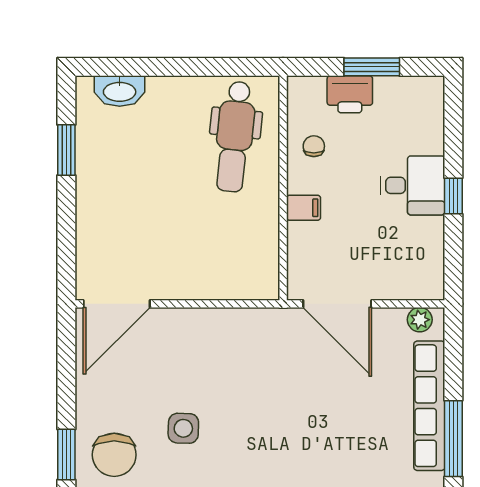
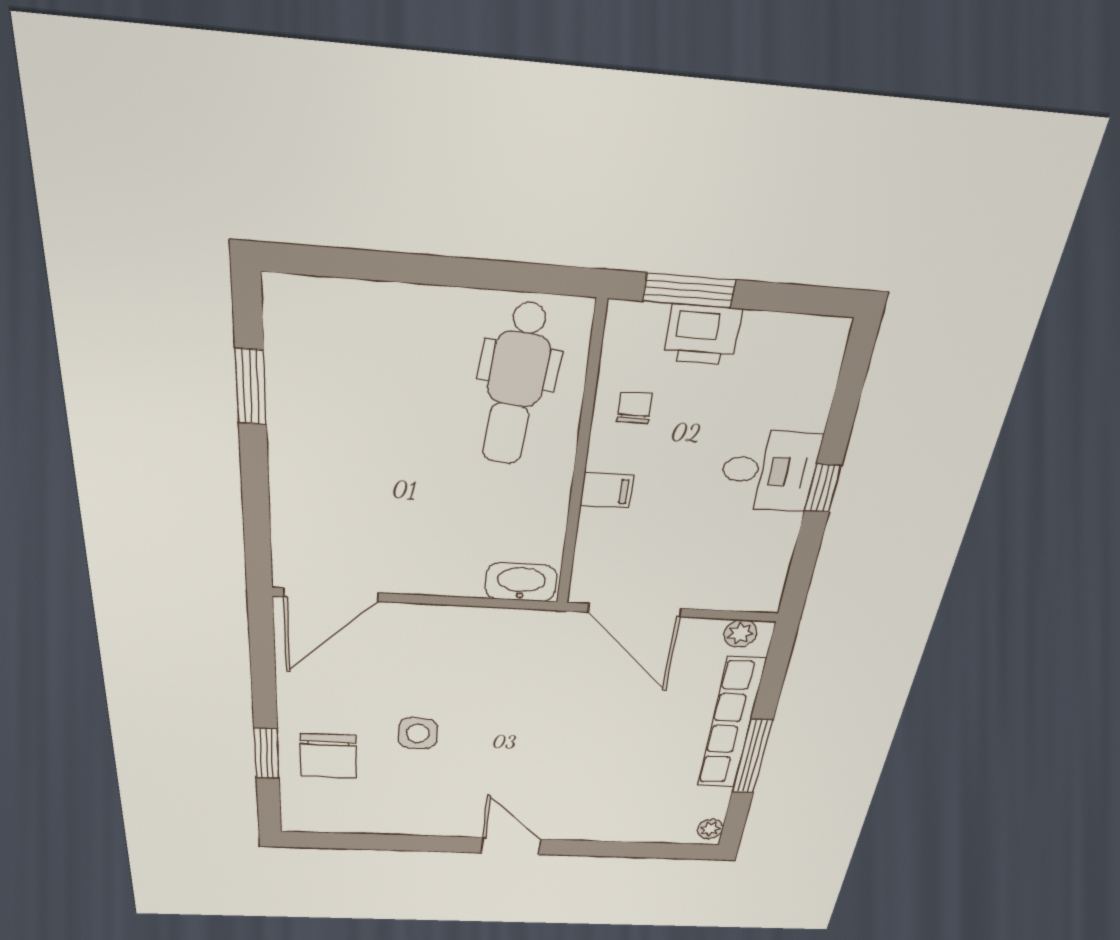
window: (372, 67) -> (689, 290), moved
washbasin: (120, 91) -> (521, 582), moved, turned 180

